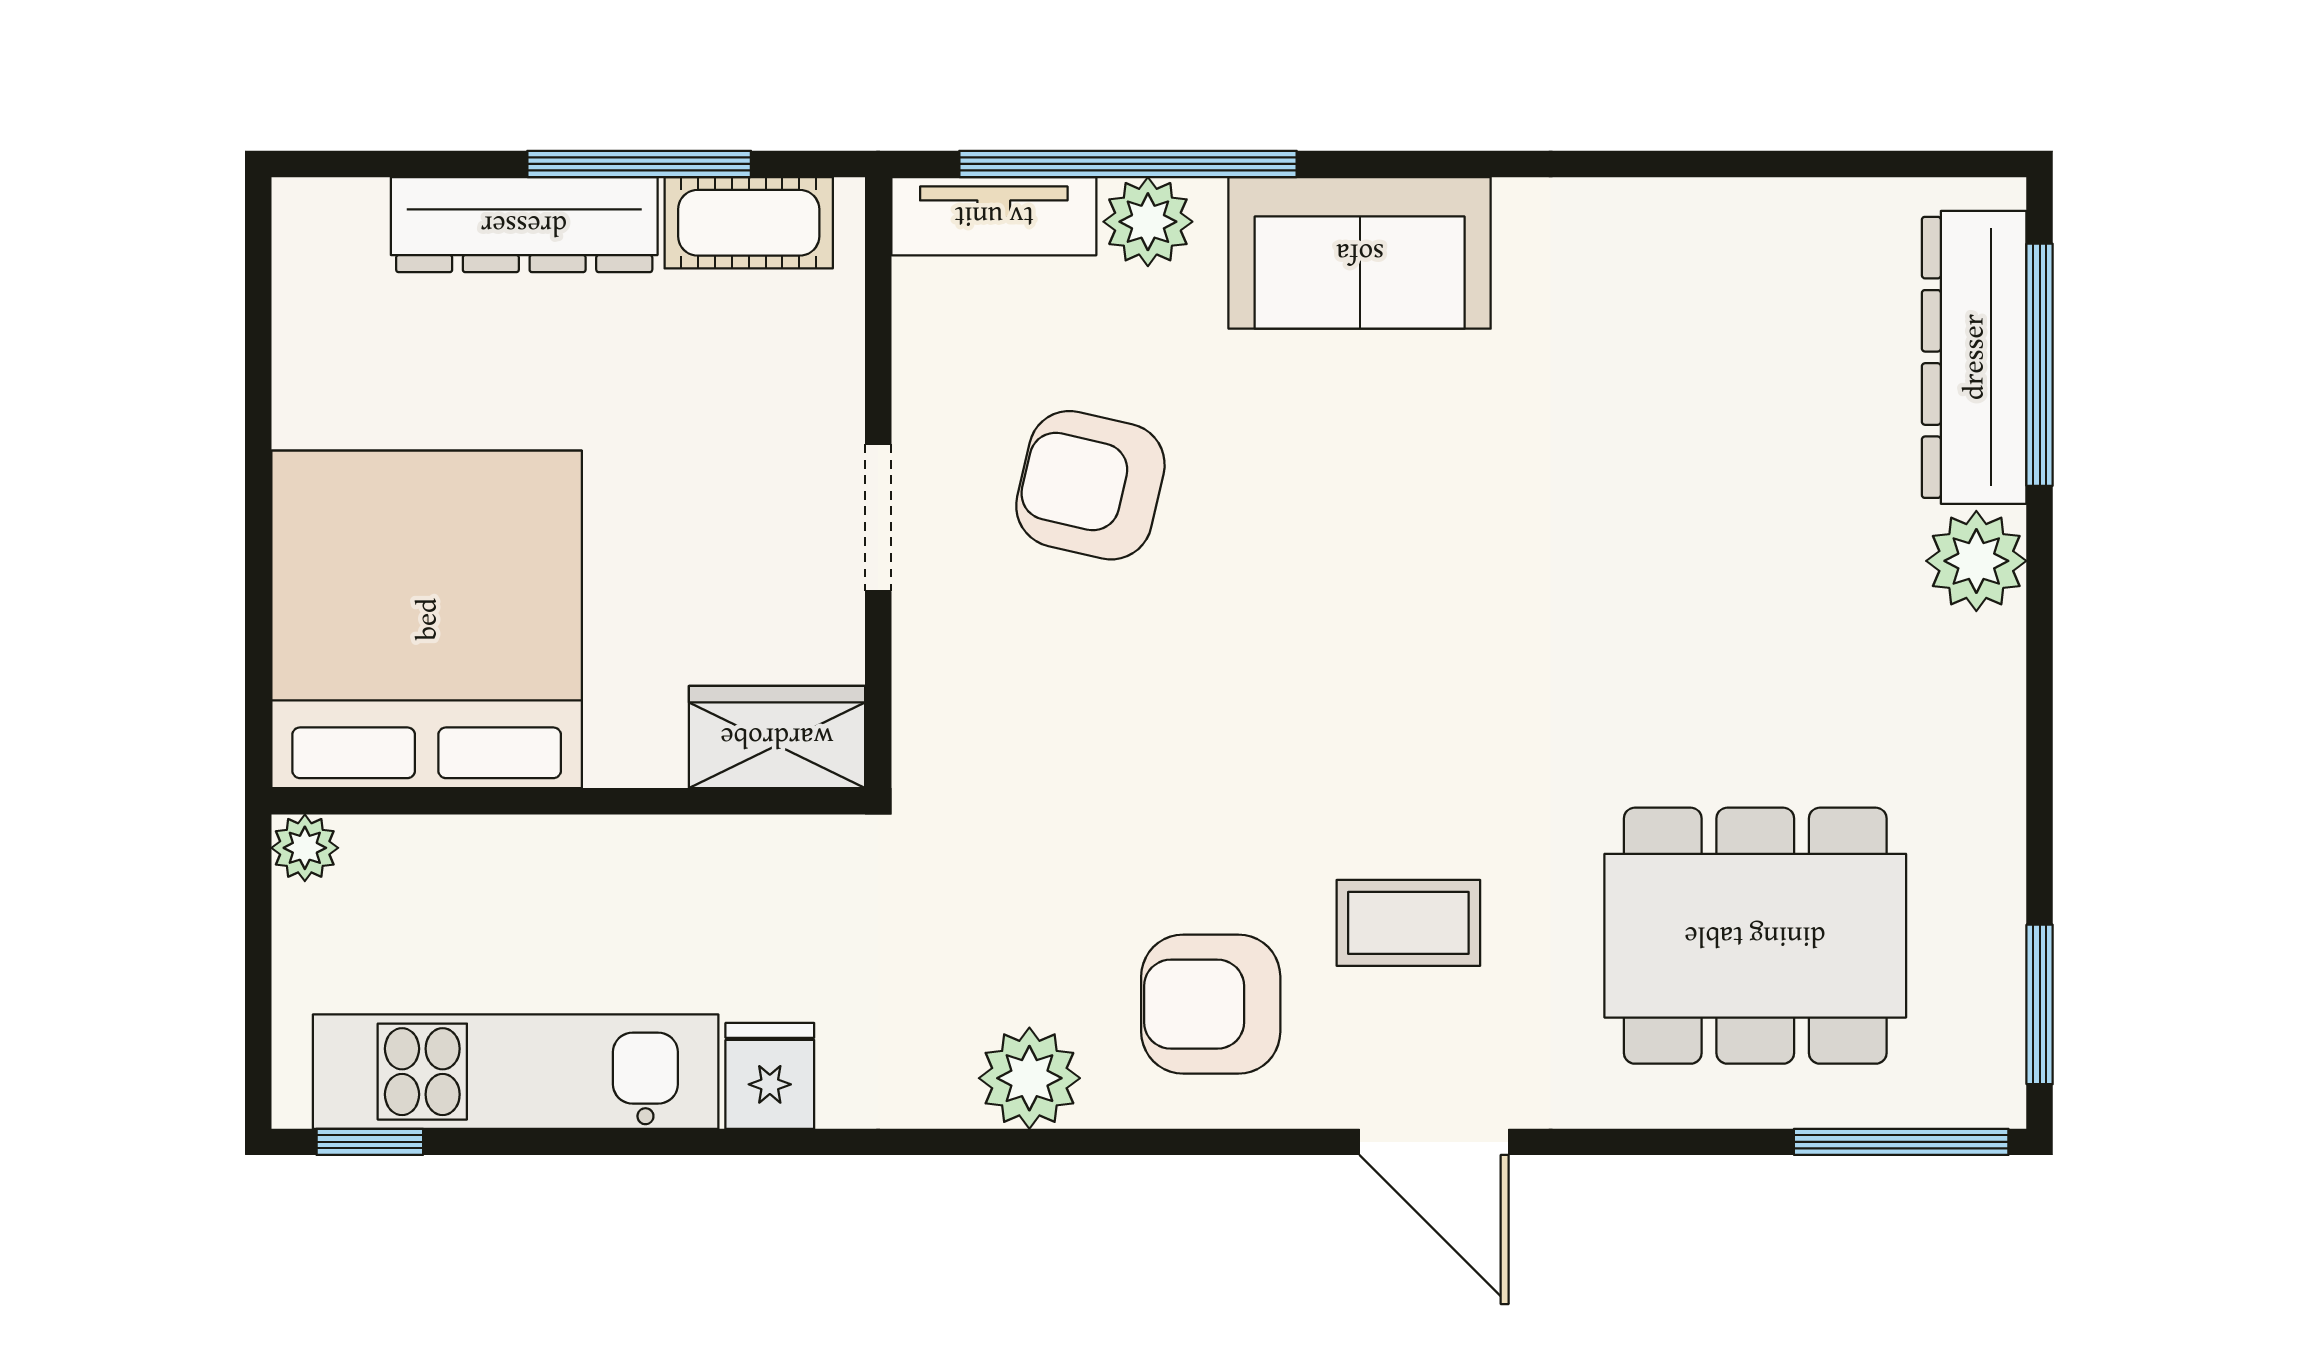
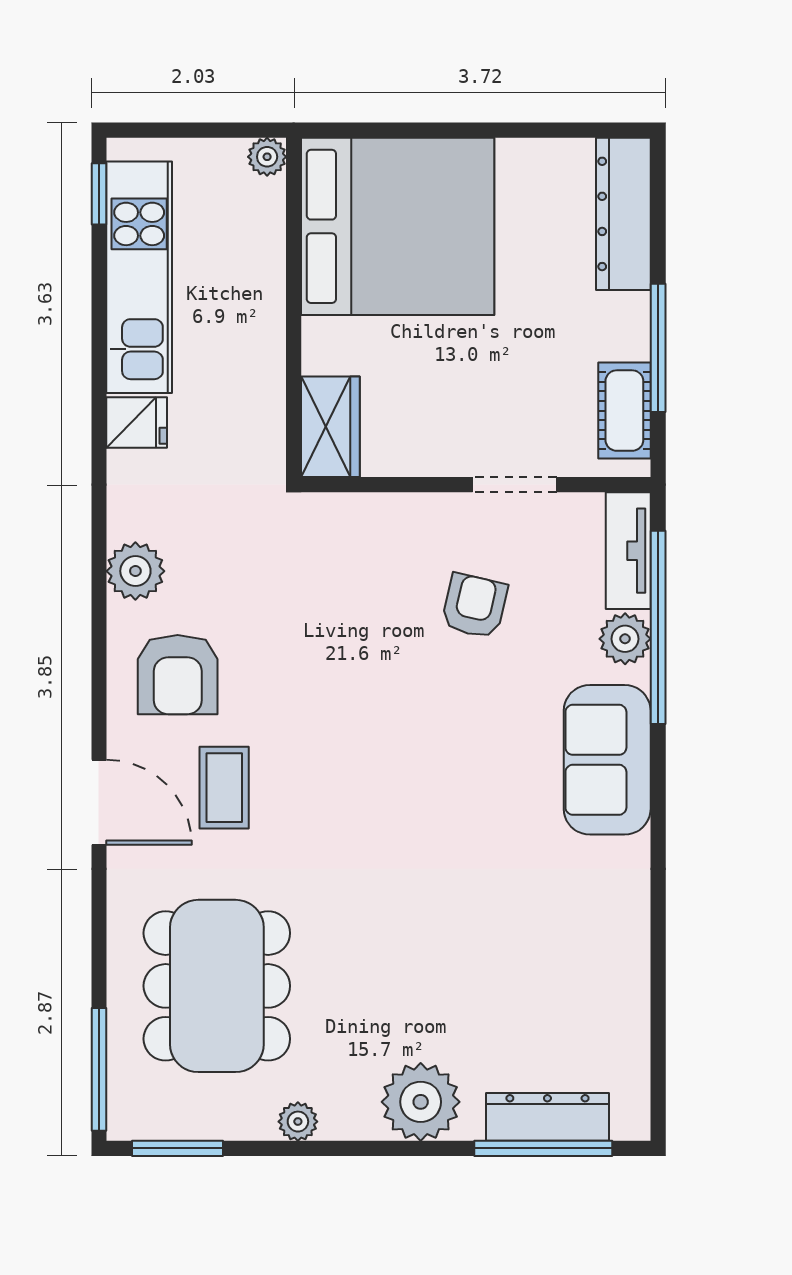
dresser: (524, 225) -> (623, 214), moved
dresser: (1974, 357) -> (547, 1117), width x0.73, depth x0.80
armchair: (1090, 485) -> (474, 606), width x0.72, depth x0.72
doorway: (878, 518) -> (515, 485), moved
plant: (1976, 561) -> (421, 1102), width x1.36, depth x1.36
plant: (1992, 794) -> (298, 1122), added
armchair: (1211, 1004) -> (178, 675), turned 180
door: (1434, 1142) -> (99, 802), swing flipped

